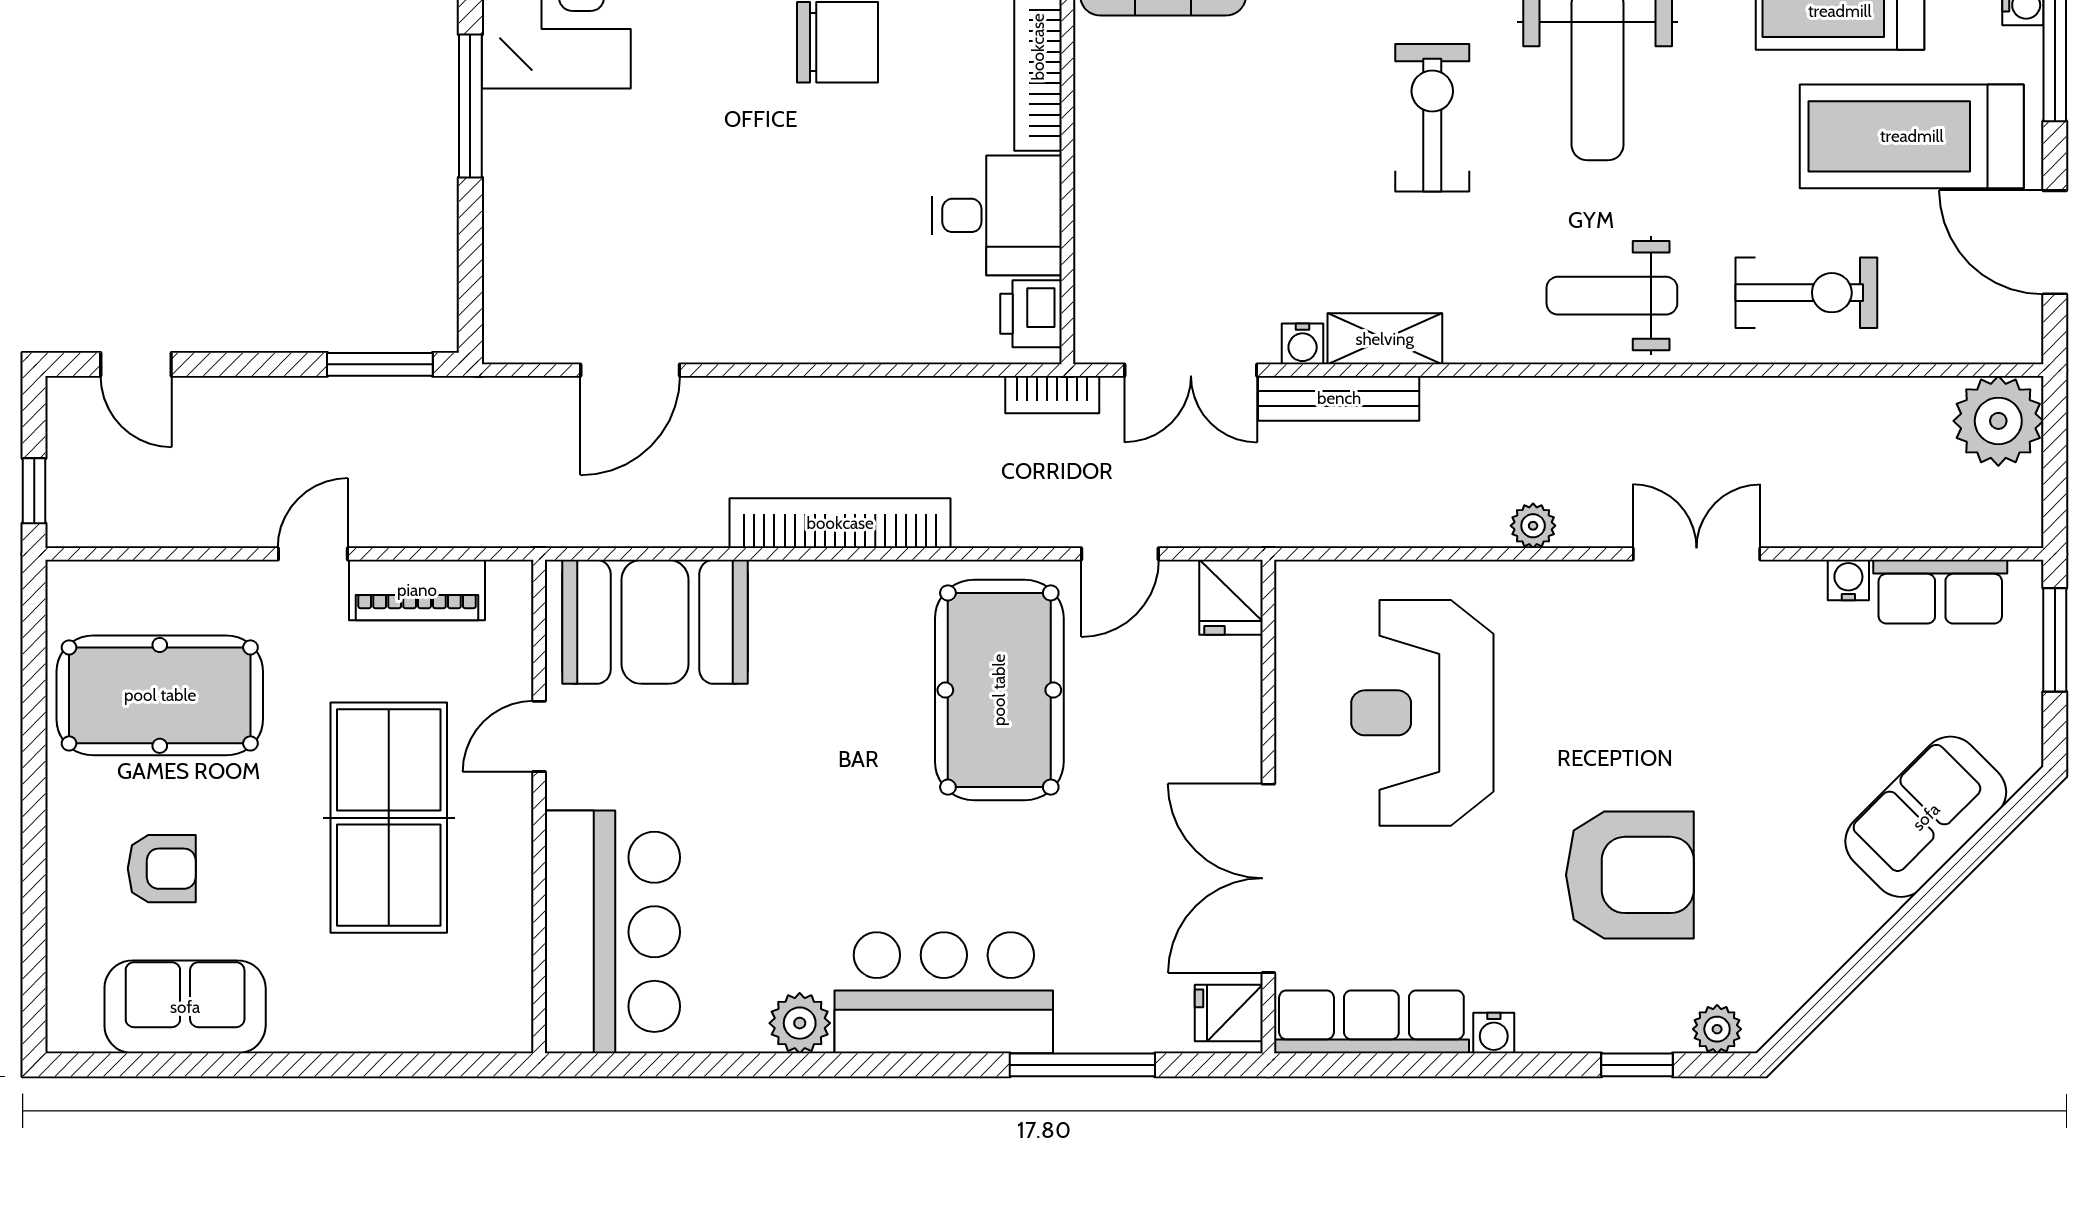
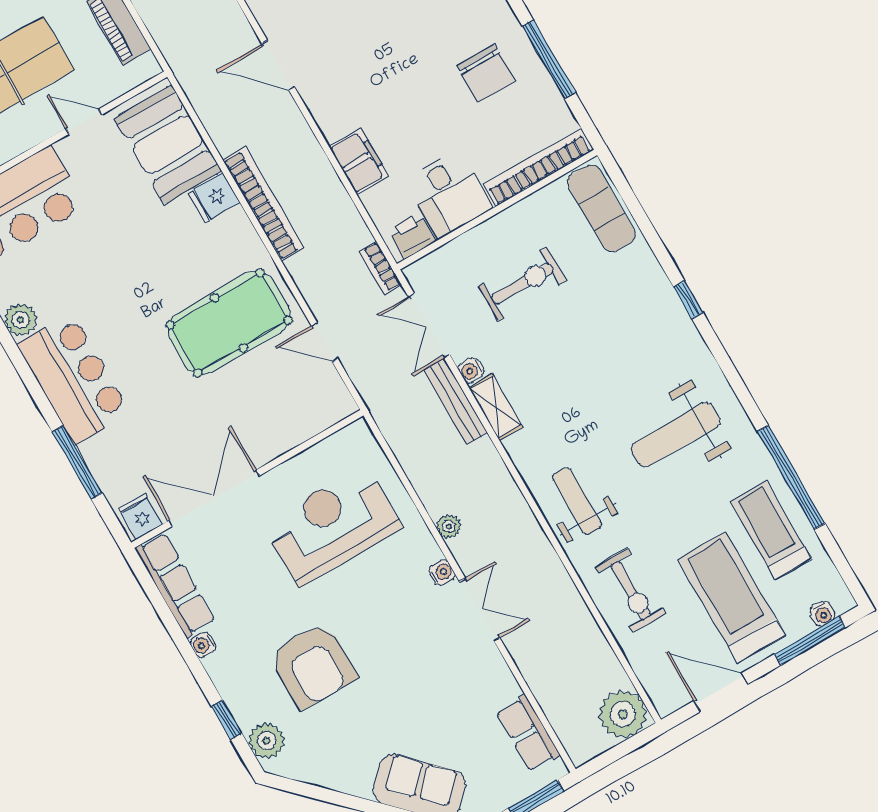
exercise bike: (1432, 118) -> (522, 284), moved
door: (2055, 242) -> (721, 692), hinge flipped
filing cabinet: (860, 330) -> (359, 161), added
water cooler: (1848, 580) -> (442, 573), moved
fridge: (1231, 597) -> (214, 198), moved
plant: (1717, 1029) -> (266, 741), width x1.38, depth x1.38

